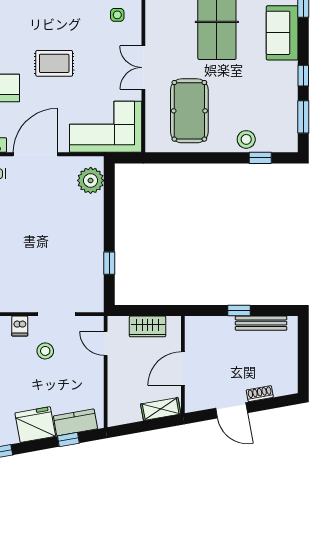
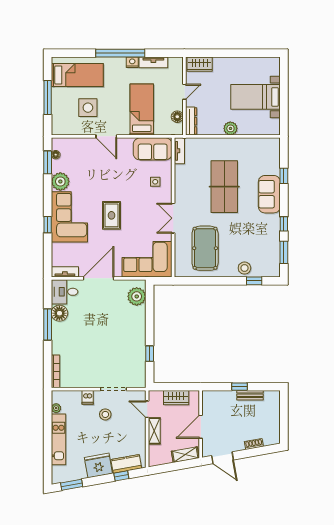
rug: (54, 63) -> (111, 215), turned 90
bench: (261, 323) -> (250, 395), width x0.73
shelving: (116, 375) -> (154, 431), added
door: (232, 410) -> (222, 458), moved

